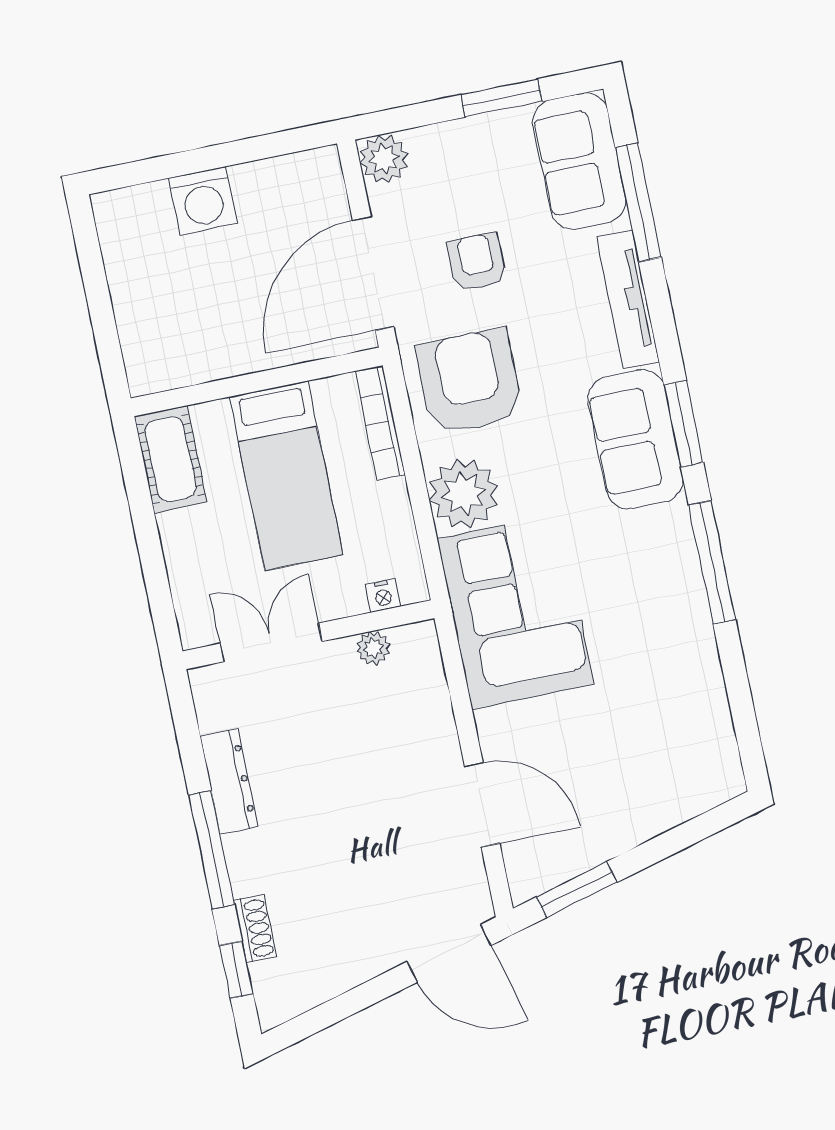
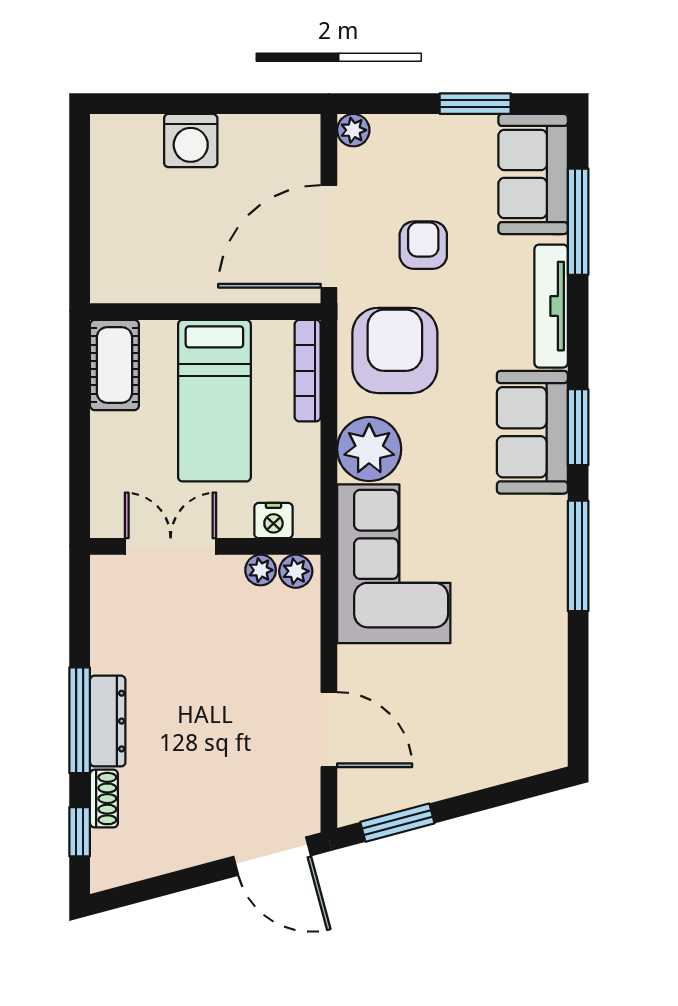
plant: (384, 159) -> (353, 130), width x0.73, depth x0.73
nightstand: (383, 595) -> (273, 521), width x1.39, depth x1.35
plant: (411, 641) -> (296, 571), added
dresser: (229, 781) -> (108, 721), moved

